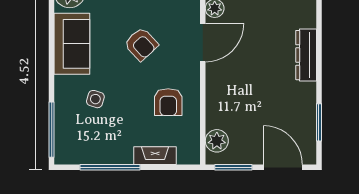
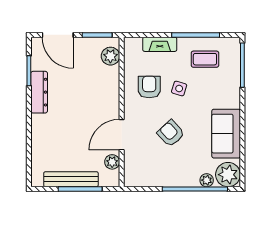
dresser: (306, 55) -> (39, 92), moved
side table: (95, 99) -> (179, 88), moved
coffee table: (98, 137) -> (205, 59), added

